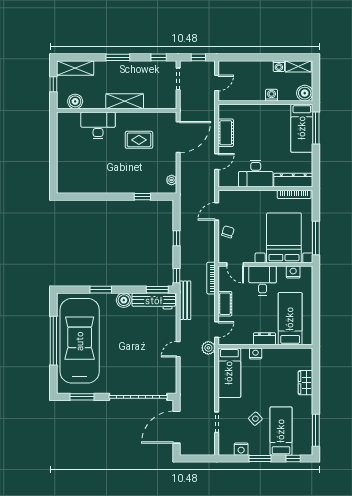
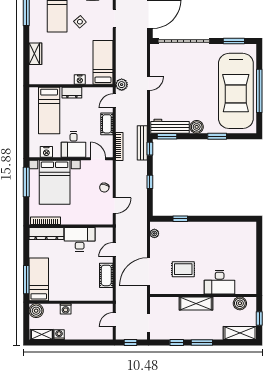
window: (159, 57) -> (177, 342), moved
bench: (185, 300) -> (142, 143), moved

